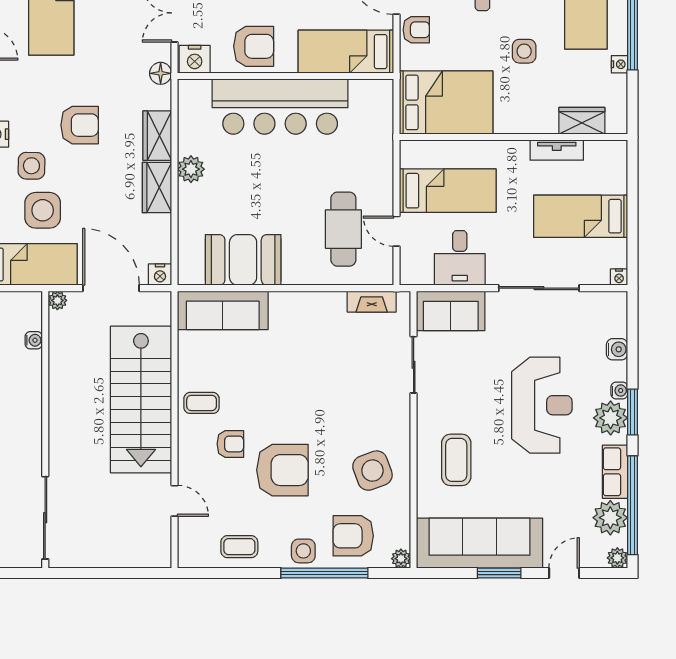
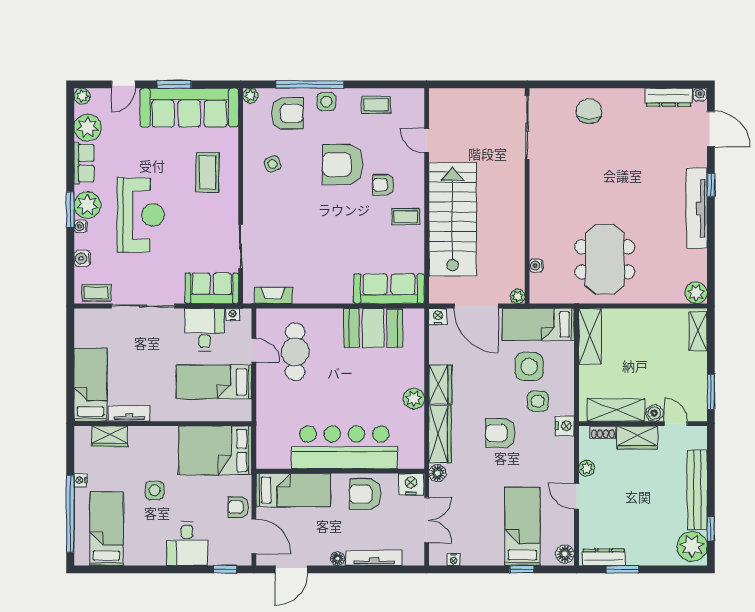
wardrobe: (157, 136) -> (440, 434), width x1.50
bed: (581, 216) -> (90, 385), moved, turned -90
nightstand: (619, 277) -> (233, 315), moved
coffee table: (599, 305) -> (96, 293), added
reception desk: (542, 405) -> (141, 215), turned 180
side table: (372, 471) -> (273, 164), width x0.54, depth x0.54
window: (633, 505) -> (70, 137), removed

